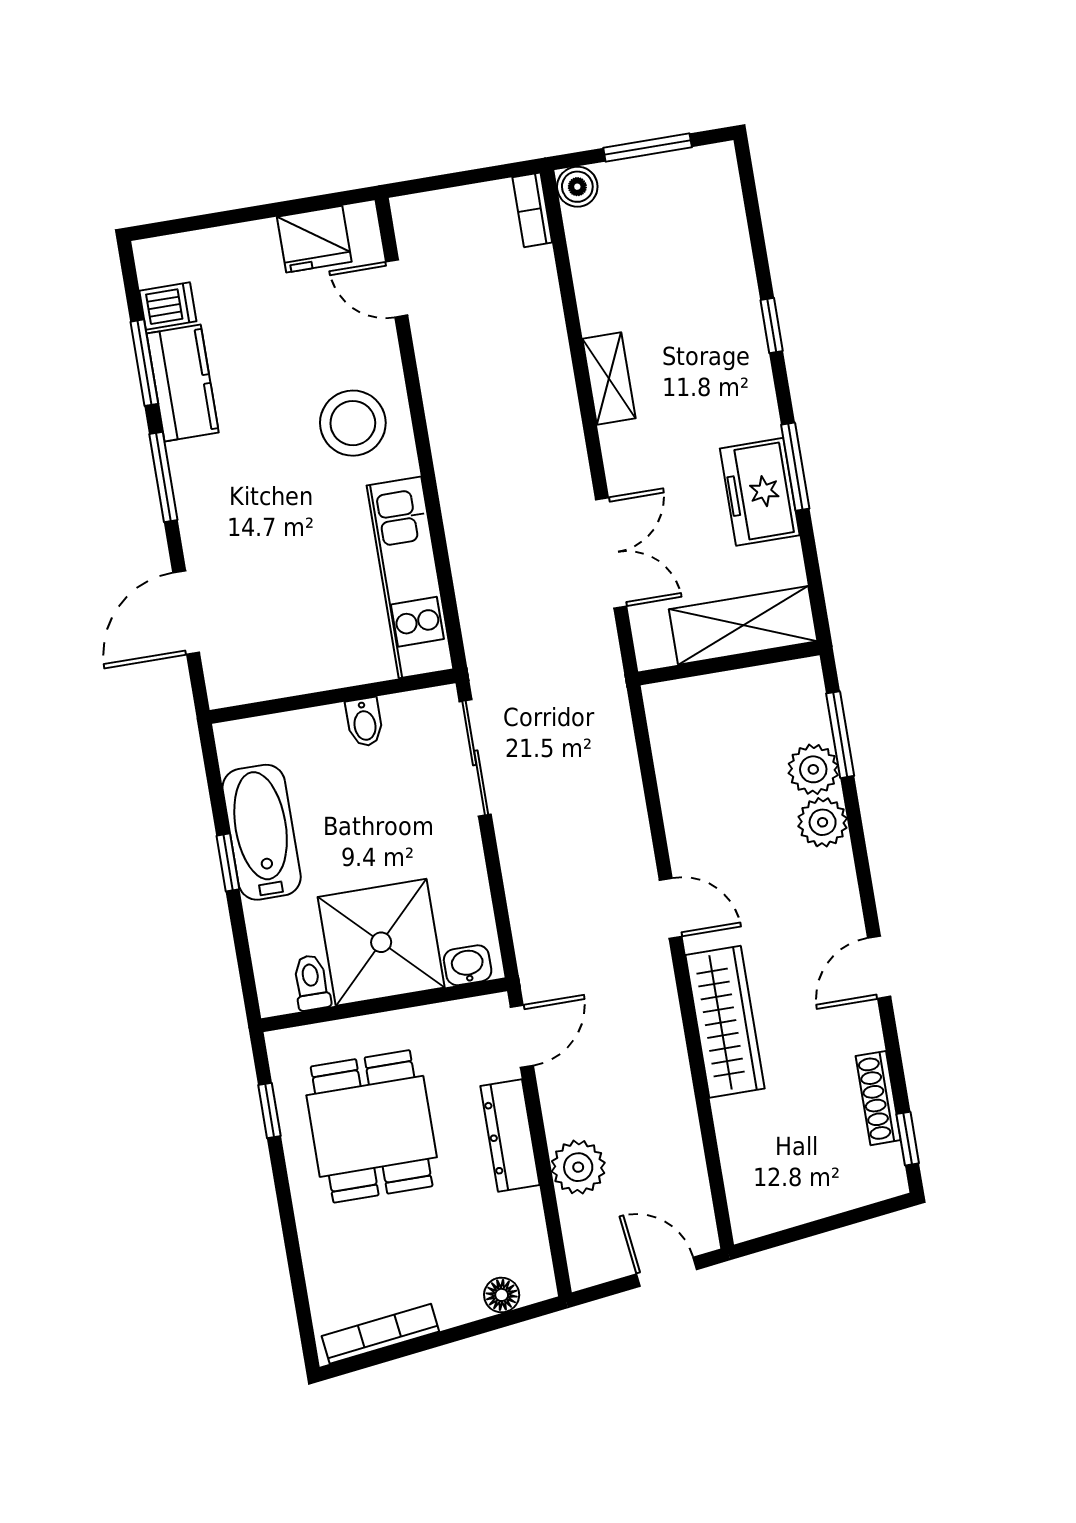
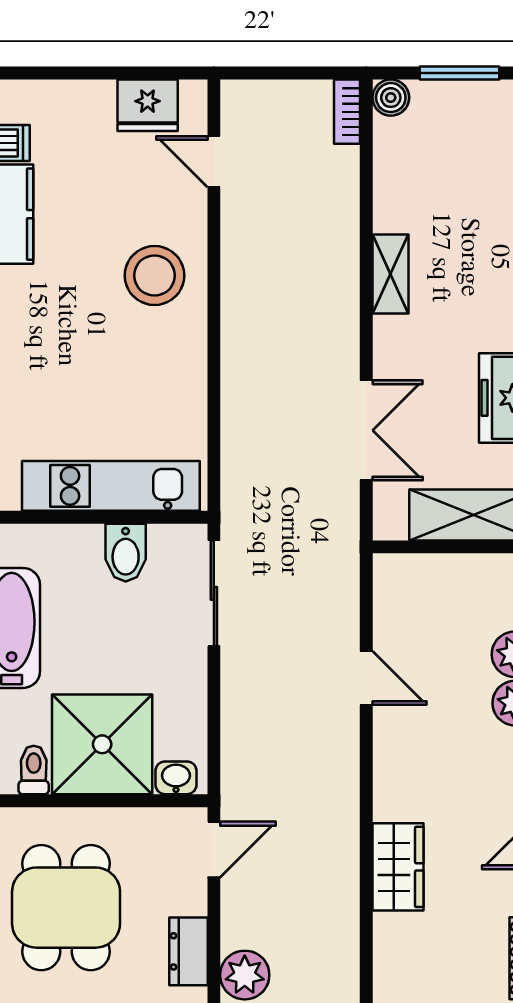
kitchen unit: (410, 577) -> (111, 486), moved, turned 90
bidet: (364, 722) -> (126, 553), width x1.38, depth x1.36
door: (671, 908) -> (366, 678), moved
wardrobe: (725, 1022) -> (398, 867), width x0.67
dresser: (510, 1135) -> (188, 951), width x0.70

